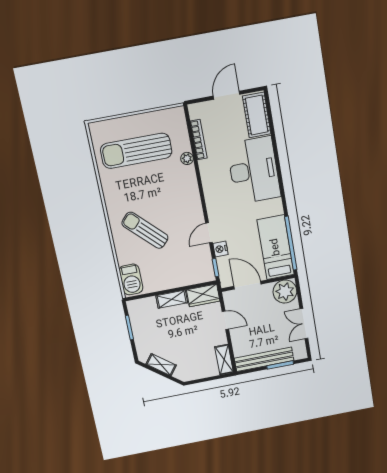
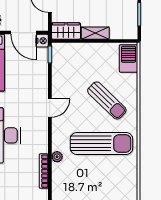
sun lounger: (136, 151) -> (101, 144), moved
door: (209, 233) -> (50, 108), moved
nightstand: (220, 249) -> (42, 41), moved

